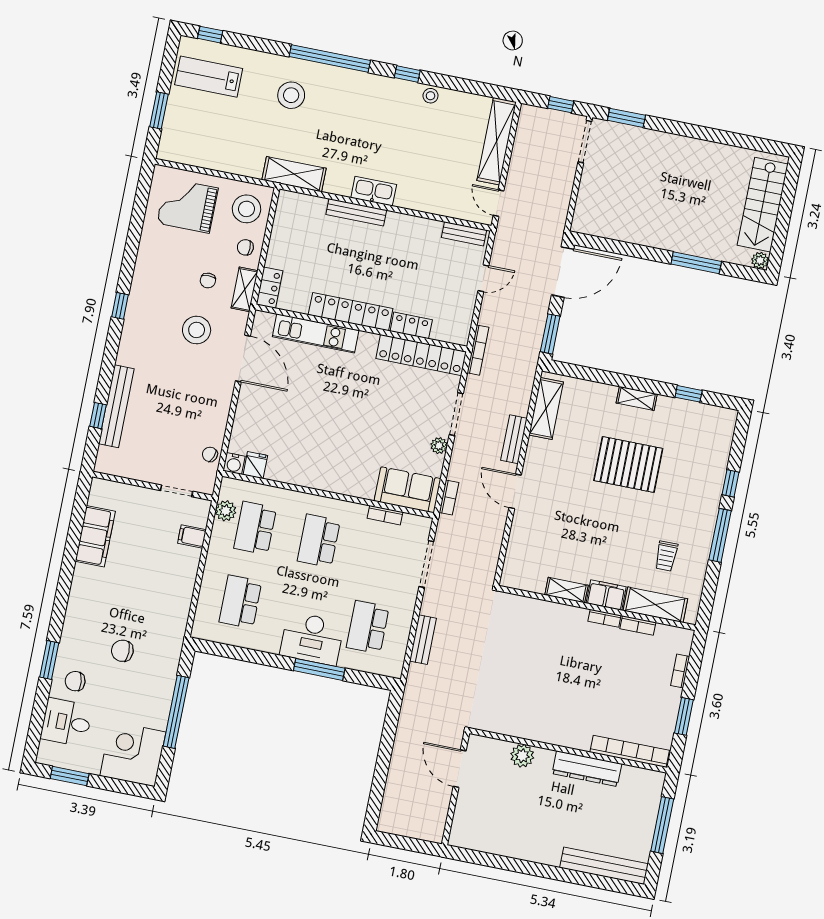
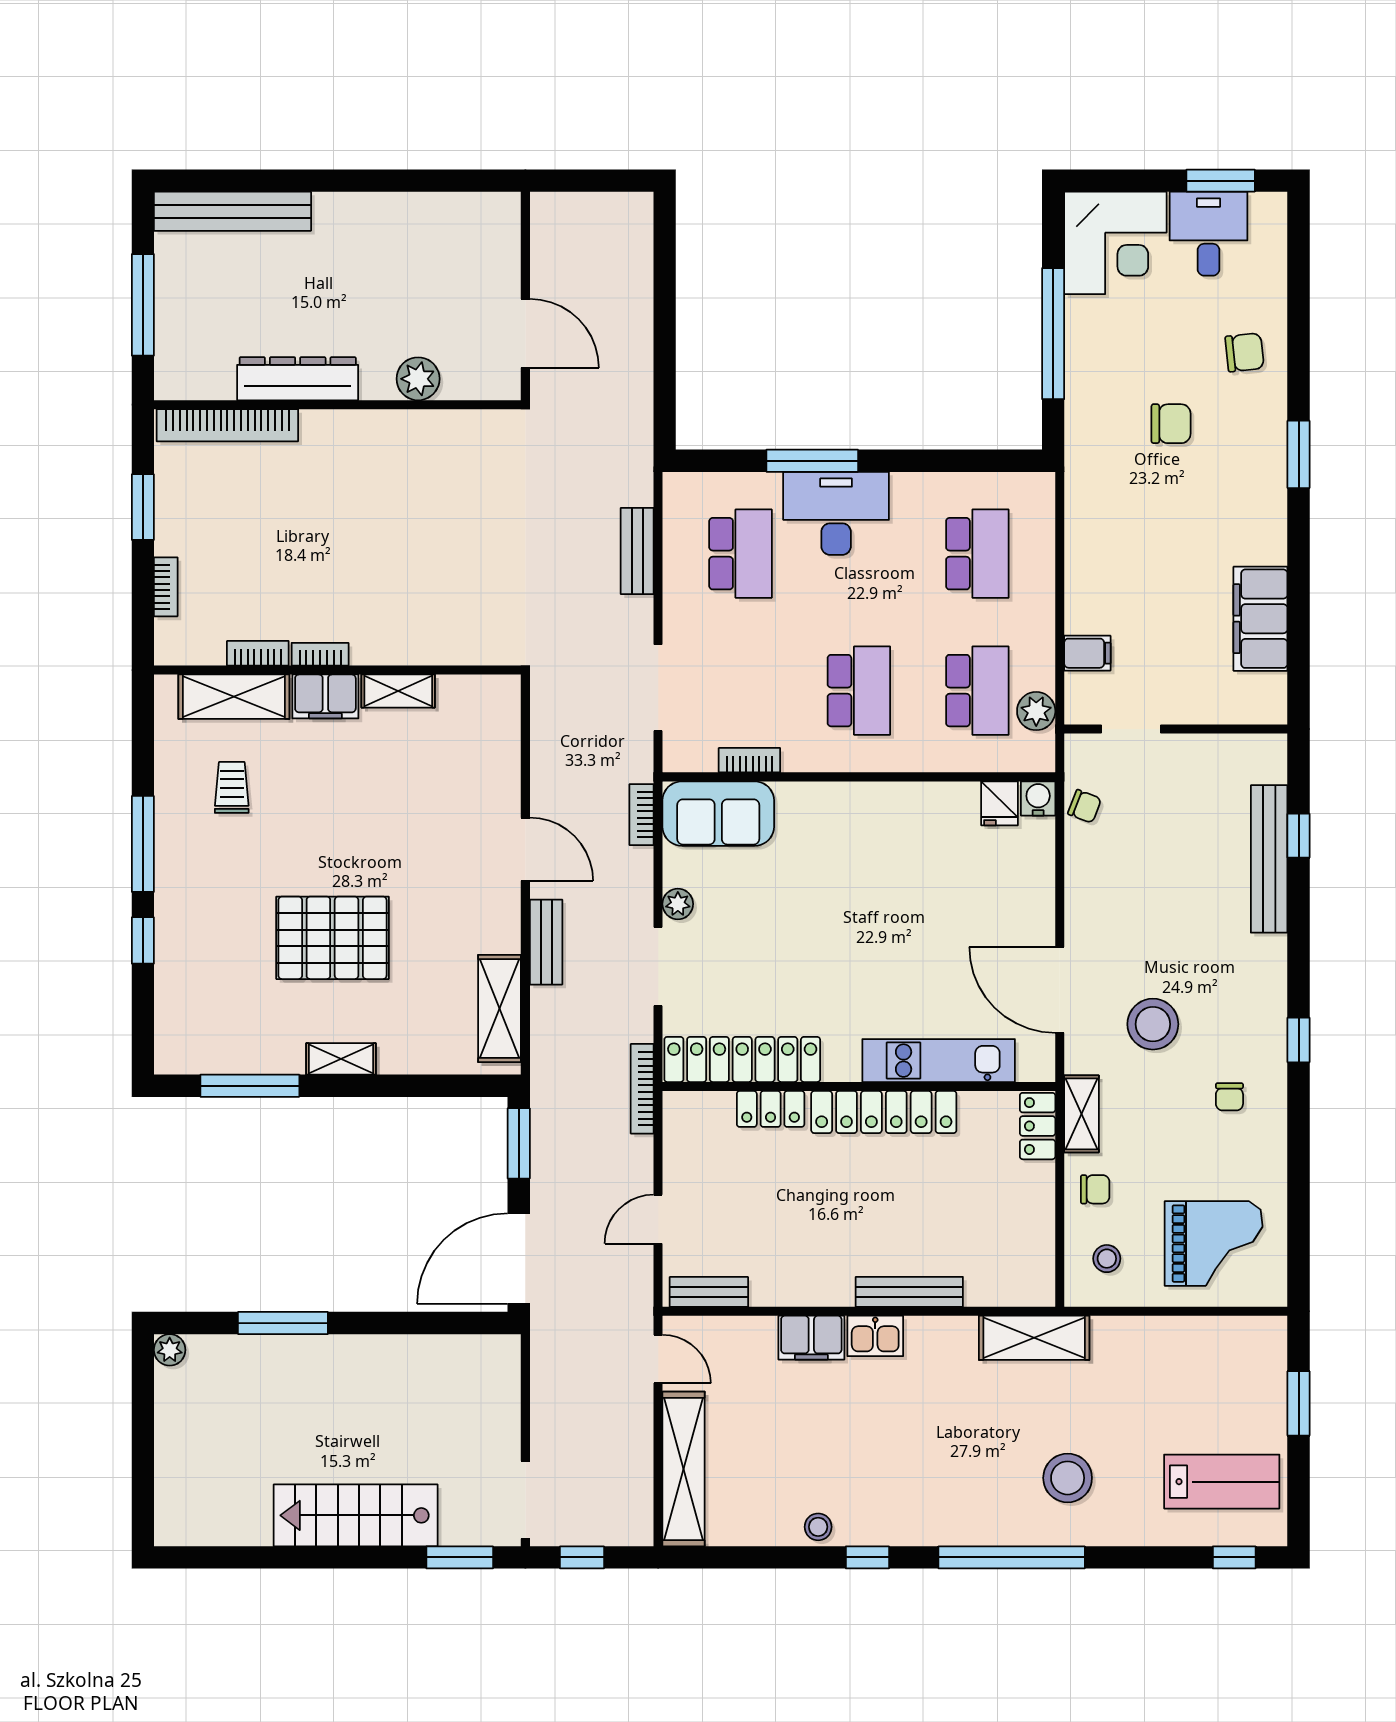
kitchen sink: (374, 191) -> (875, 1336), width x0.73
filing cabinet: (414, 198) -> (811, 1338), added
stairs: (763, 205) -> (356, 1515), moved, turned -90
stool: (247, 209) -> (1107, 1259), width x0.53, depth x0.53
chair: (208, 281) -> (1229, 1097), moved, turned 180
window: (689, 394) -> (250, 1086), width x2.17
window: (49, 660) -> (1299, 454), moved
desk: (66, 722) -> (1208, 234), moved, turned -90

